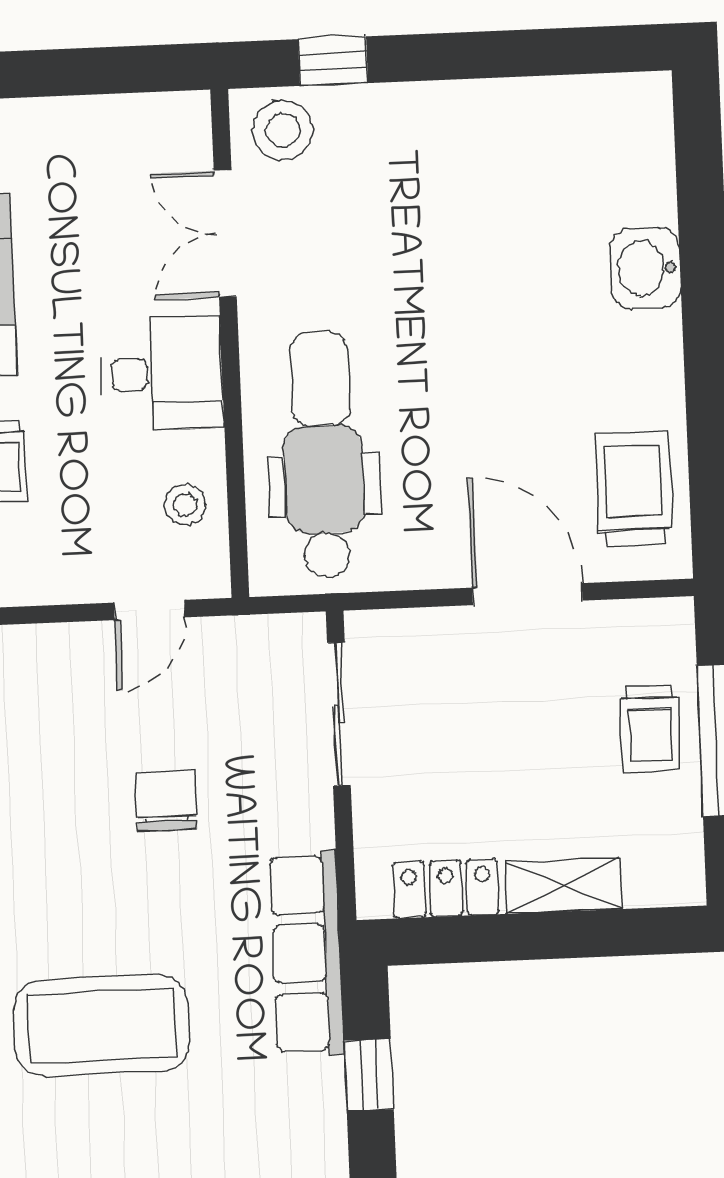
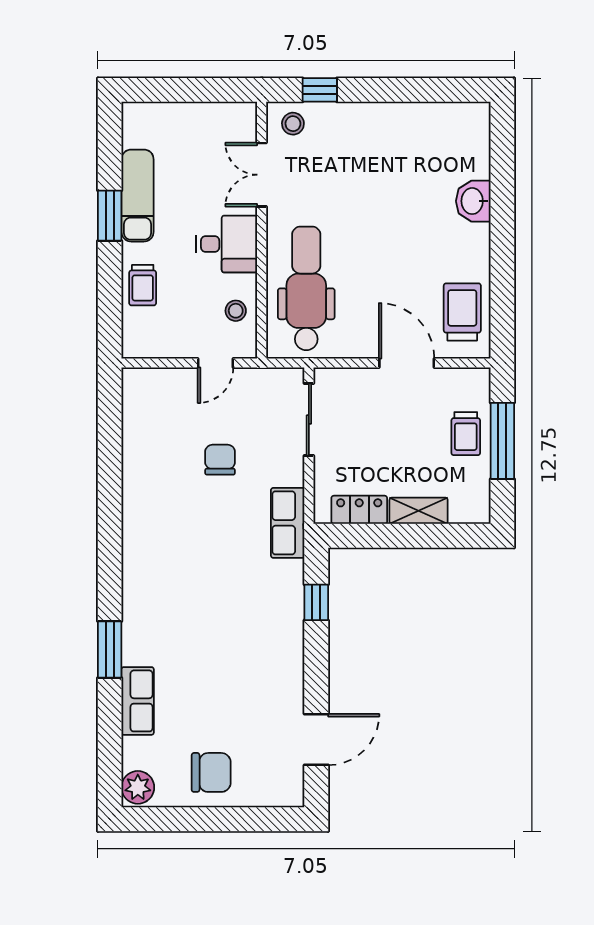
stool: (283, 130) -> (293, 124), width x0.73, depth x0.73
row of seats: (307, 953) -> (288, 523), width x0.68
coffee table: (102, 1026) -> (183, 572), removed

